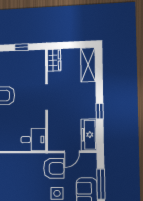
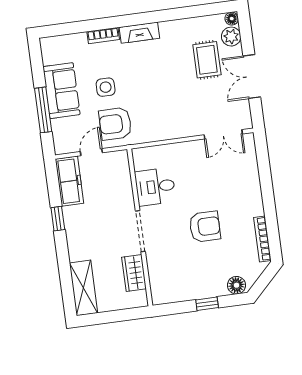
window: (22, 47) -> (207, 304), moved
wardrobe: (54, 60) -> (134, 273), moved
desk: (33, 140) -> (155, 187), moved

